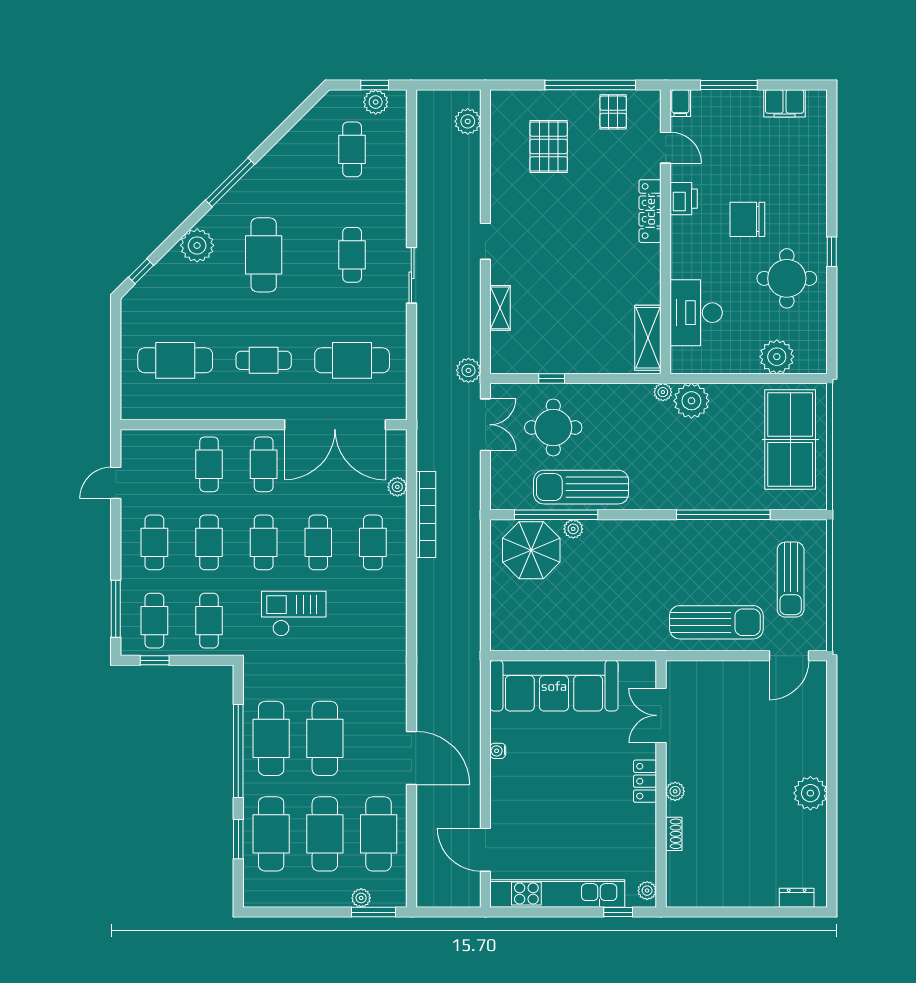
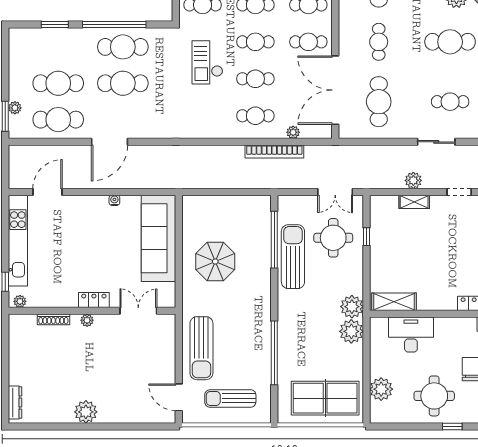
plant: (468, 370) -> (413, 180), moved
plant: (663, 392) -> (352, 307), width x1.87, depth x1.87
plant: (573, 529) -> (265, 251), removed
parasol: (531, 550) -> (215, 261), moved
checkout: (294, 614) -> (207, 62), turned 180
cafe table: (271, 834) -> (58, 47), removed
shoe rack: (674, 834) -> (53, 319), width x1.43
dresser: (797, 898) -> (15, 403), width x1.44

